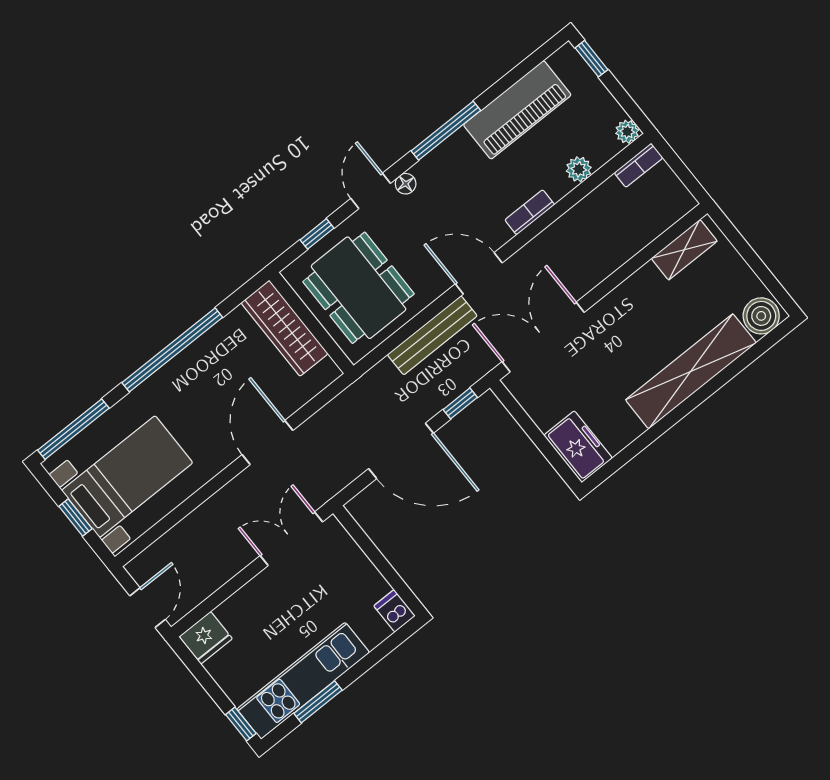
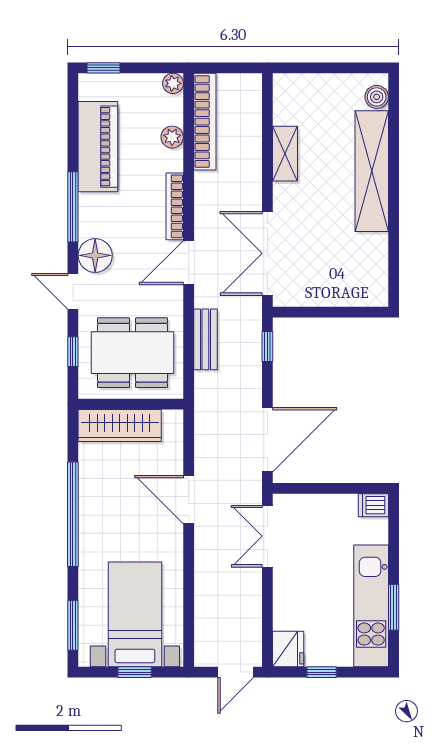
bookcase: (639, 165) -> (205, 122), width x2.31, depth x1.31
floor lamp: (406, 184) -> (95, 255), width x1.89, depth x1.89
bookcase: (530, 212) -> (175, 206), width x1.56
shelving: (684, 250) -> (285, 154), moved
boiler: (761, 316) -> (377, 97), width x0.73, depth x0.73
bench: (432, 335) -> (205, 339), width x0.73
window: (73, 429) -> (73, 625), width x0.69
freezer: (578, 447) -> (362, 290), removed
door: (401, 451) -> (267, 440), moved
door: (148, 608) -> (236, 672), swing flipped
window: (241, 724) -> (322, 672), moved

